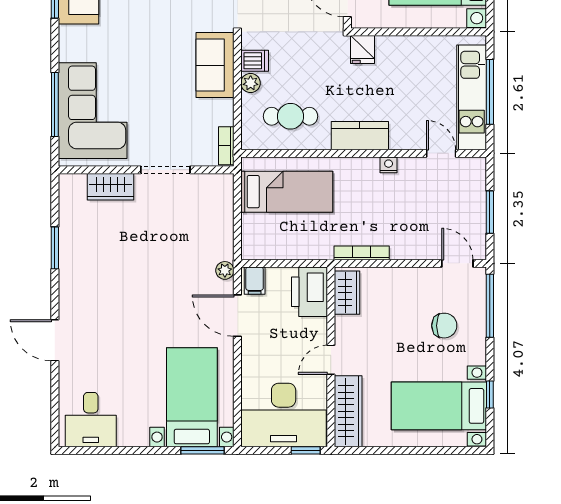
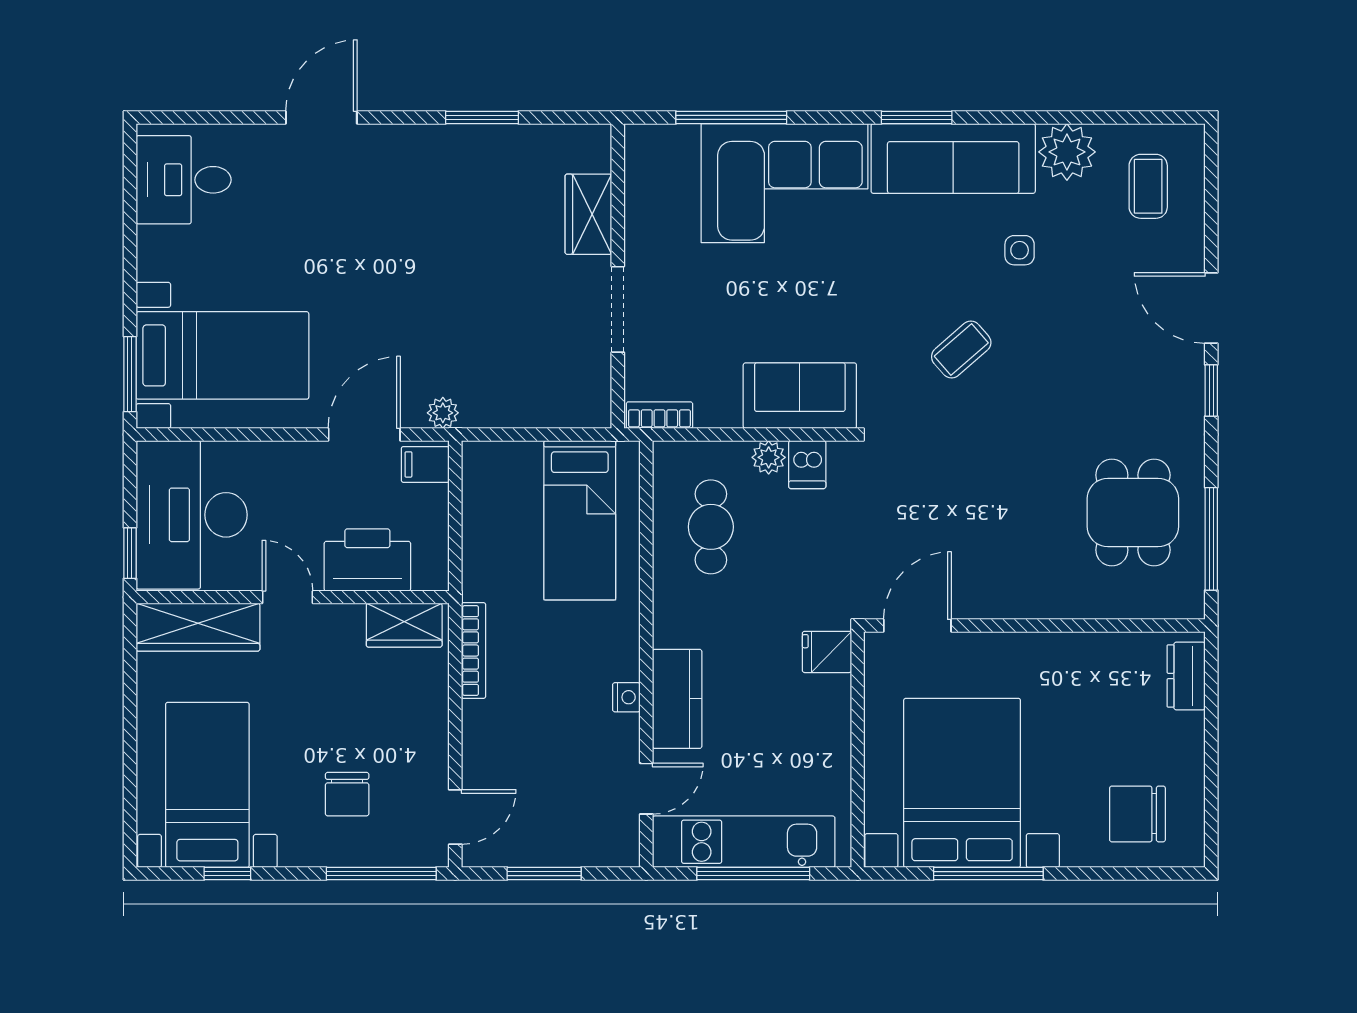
corner sofa: (93, 111) -> (784, 183), moved
kitchen counter: (360, 136) -> (677, 699), moved
printer: (310, 292) -> (367, 560), moved

